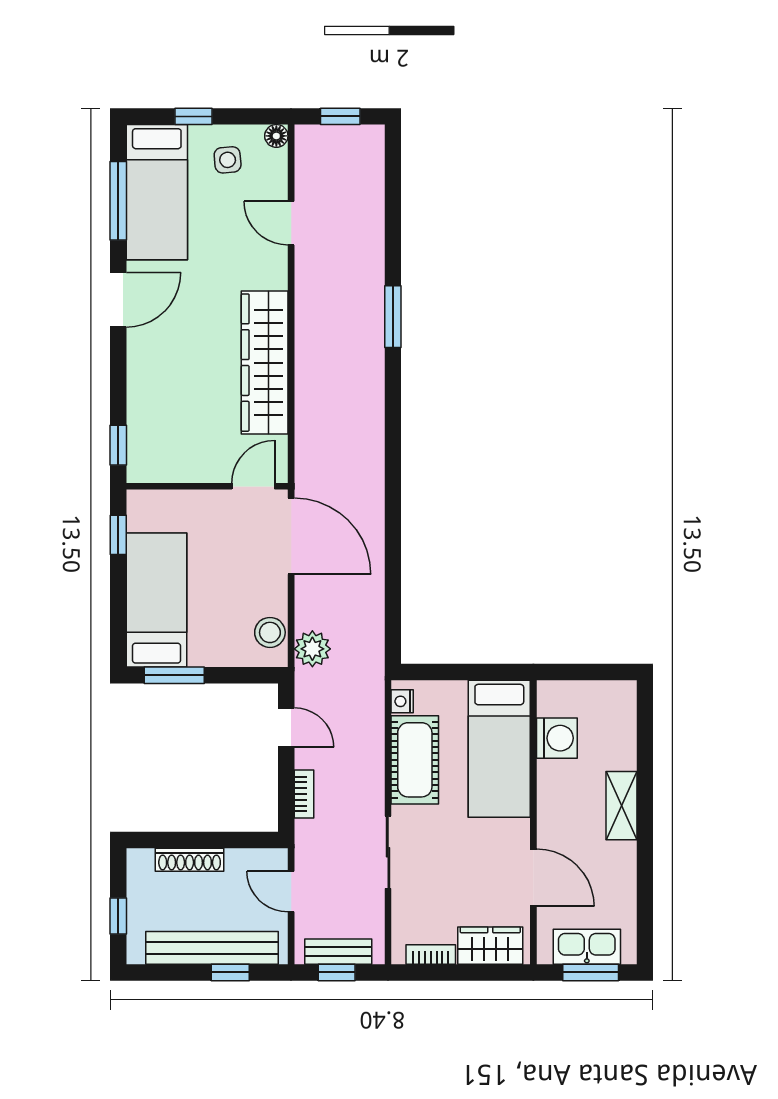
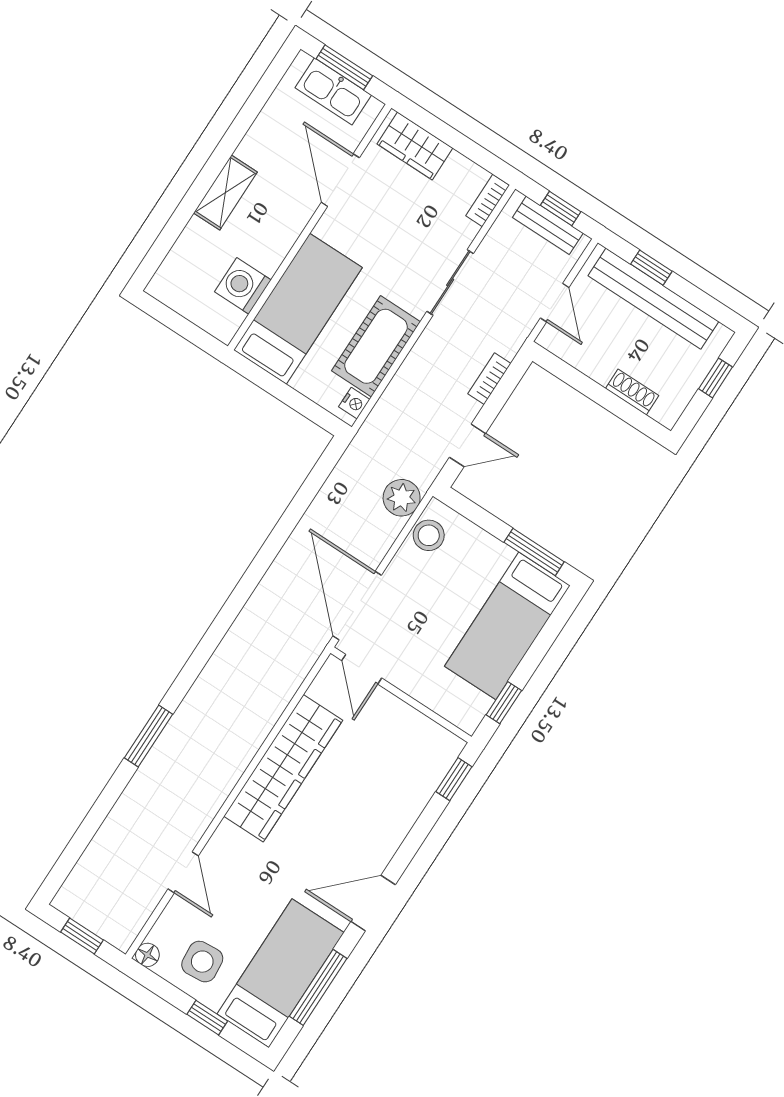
side table: (228, 160) -> (202, 962), width x1.37, depth x1.37
door: (253, 486) -> (362, 669), hinge flipped
door: (286, 727) -> (468, 445), swing flipped
shoe rack: (190, 860) -> (632, 392), width x0.70
bookcase: (431, 955) -> (488, 200), moved, turned 90

